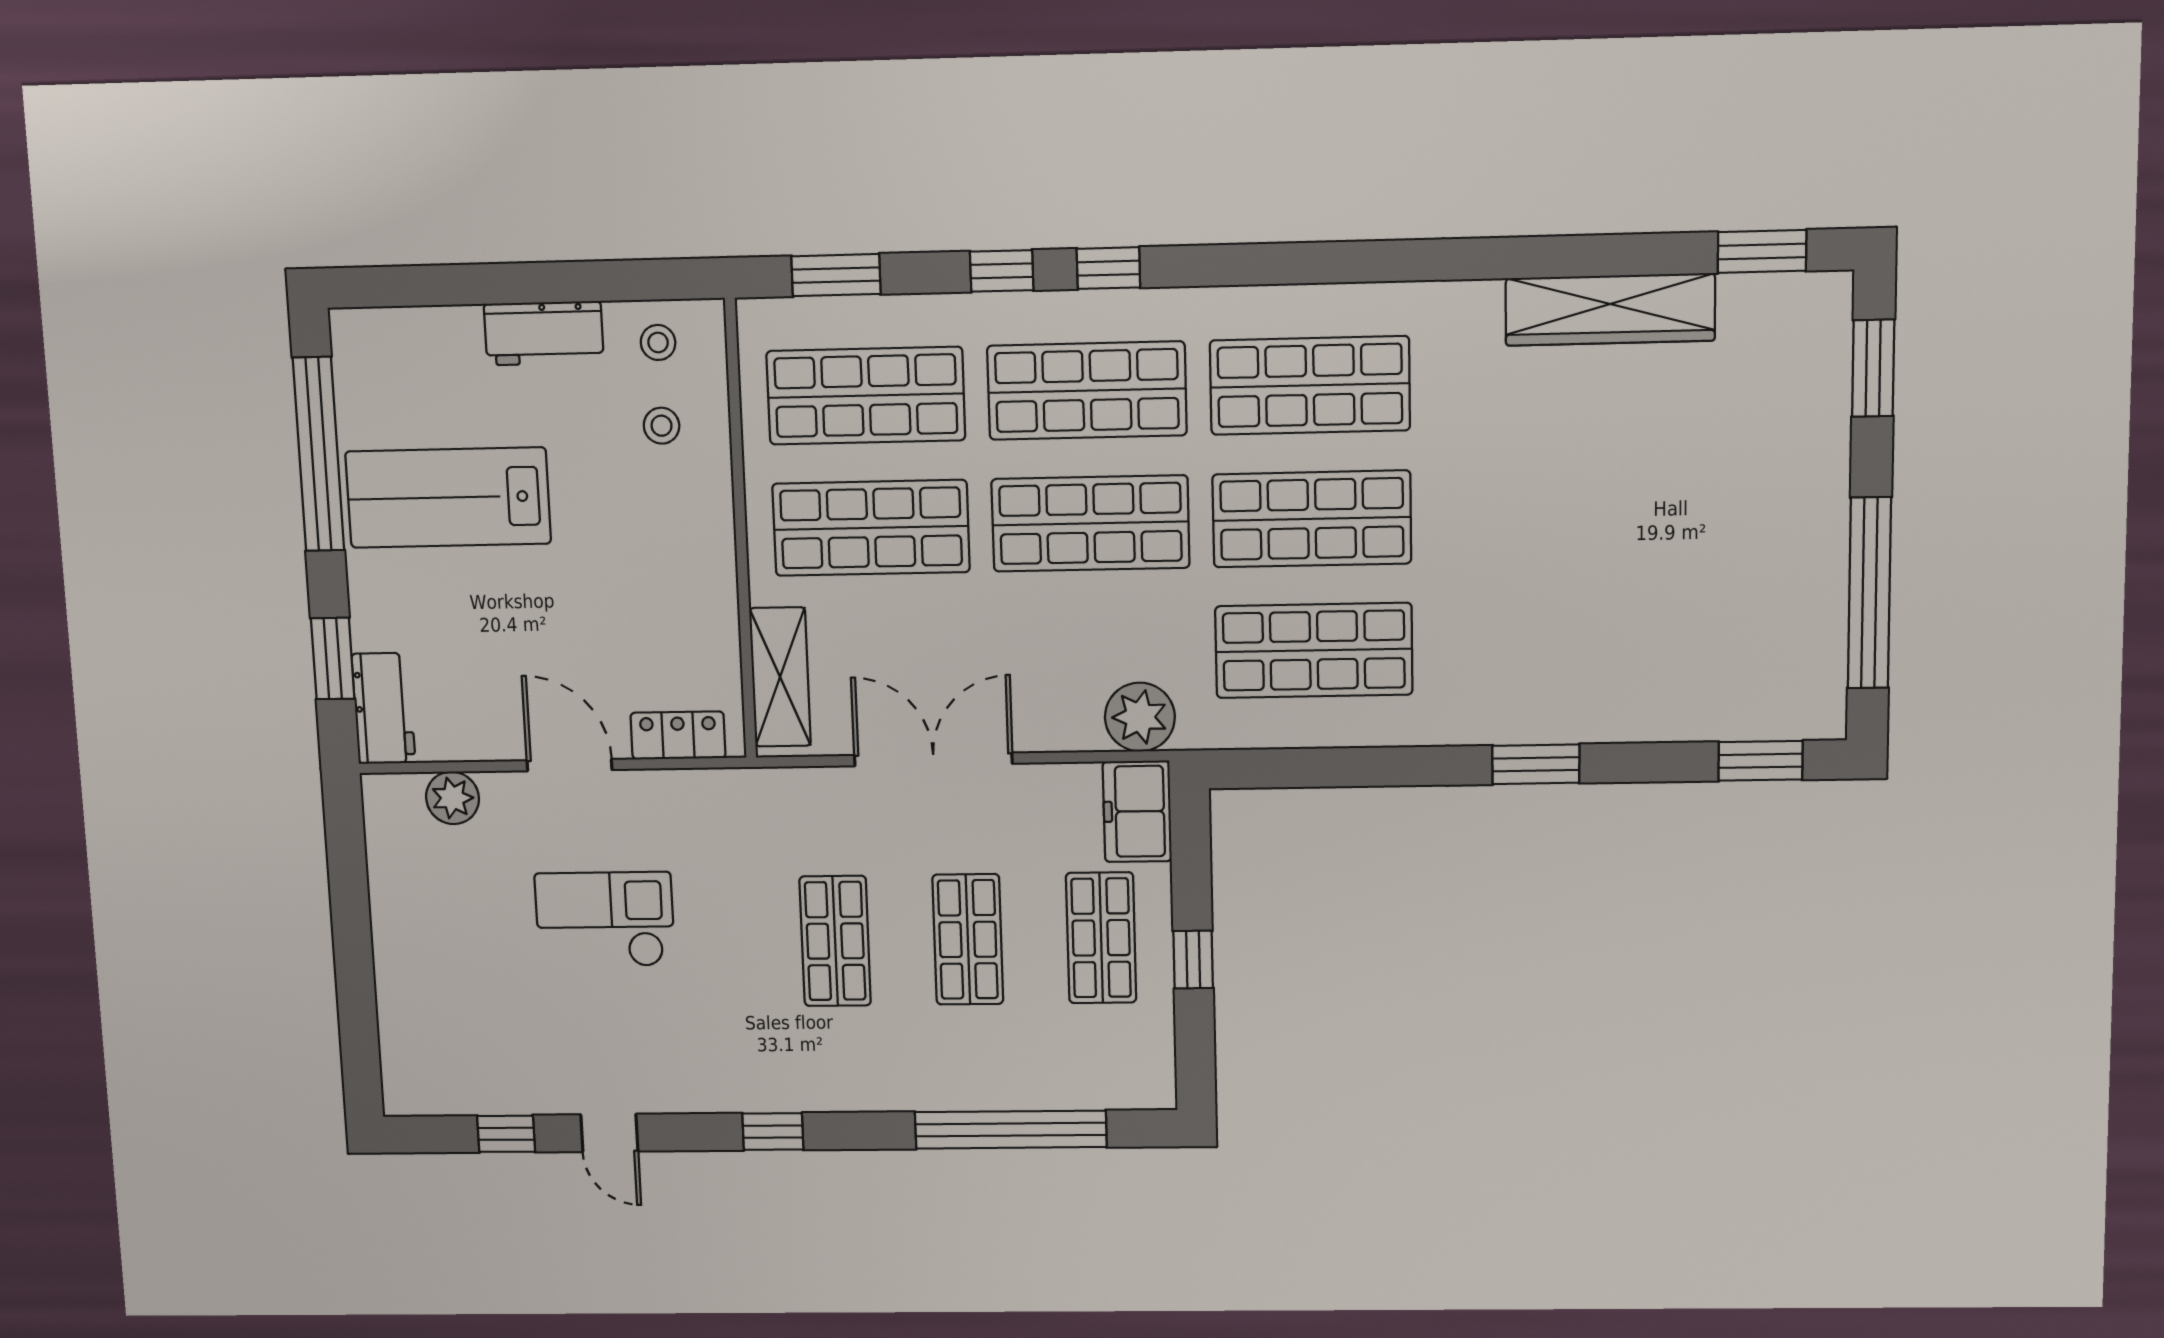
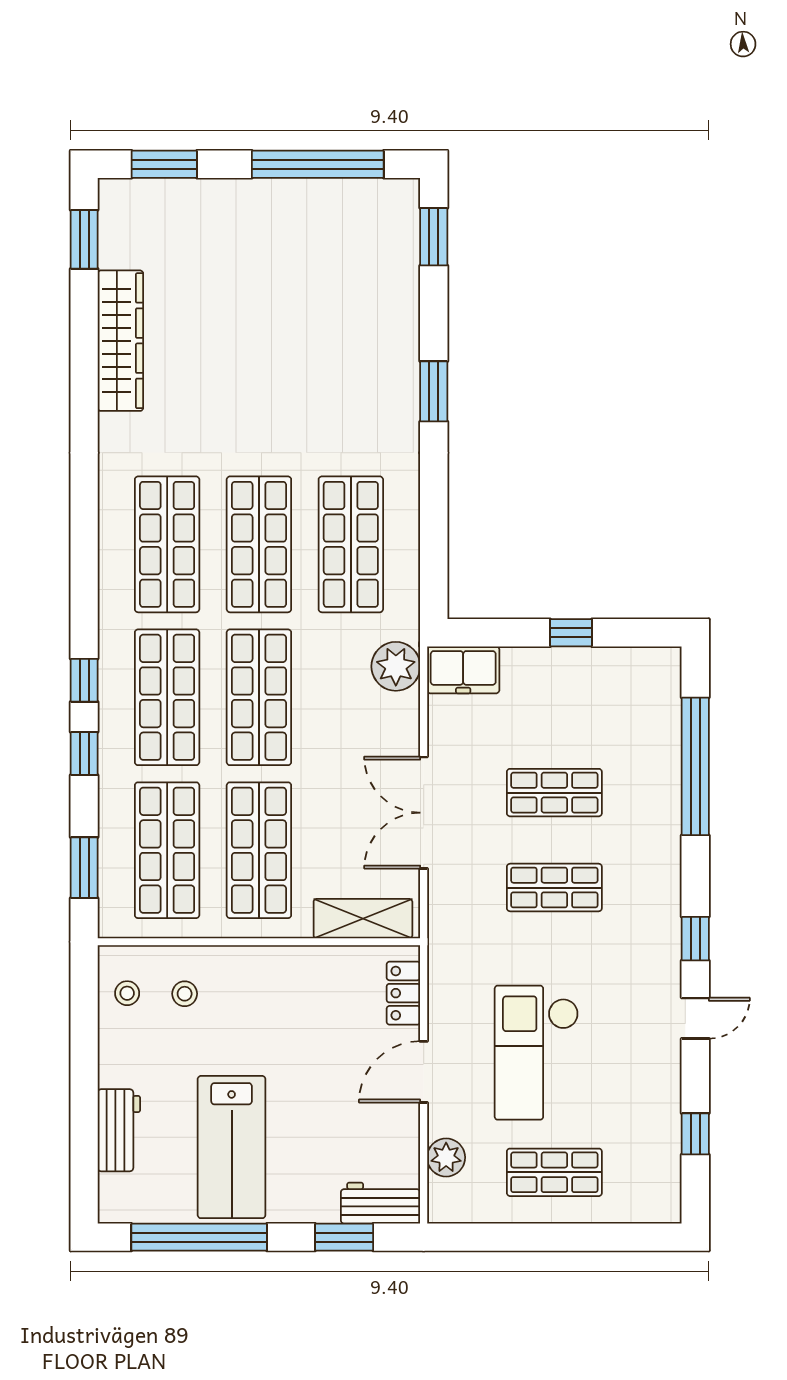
workbench: (544, 333) -> (119, 1130), moved
checkout: (605, 920) -> (536, 1053), width x1.36, depth x1.21
shop shelf: (1101, 938) -> (554, 1172), moved
door: (609, 1133) -> (695, 1018), moved

